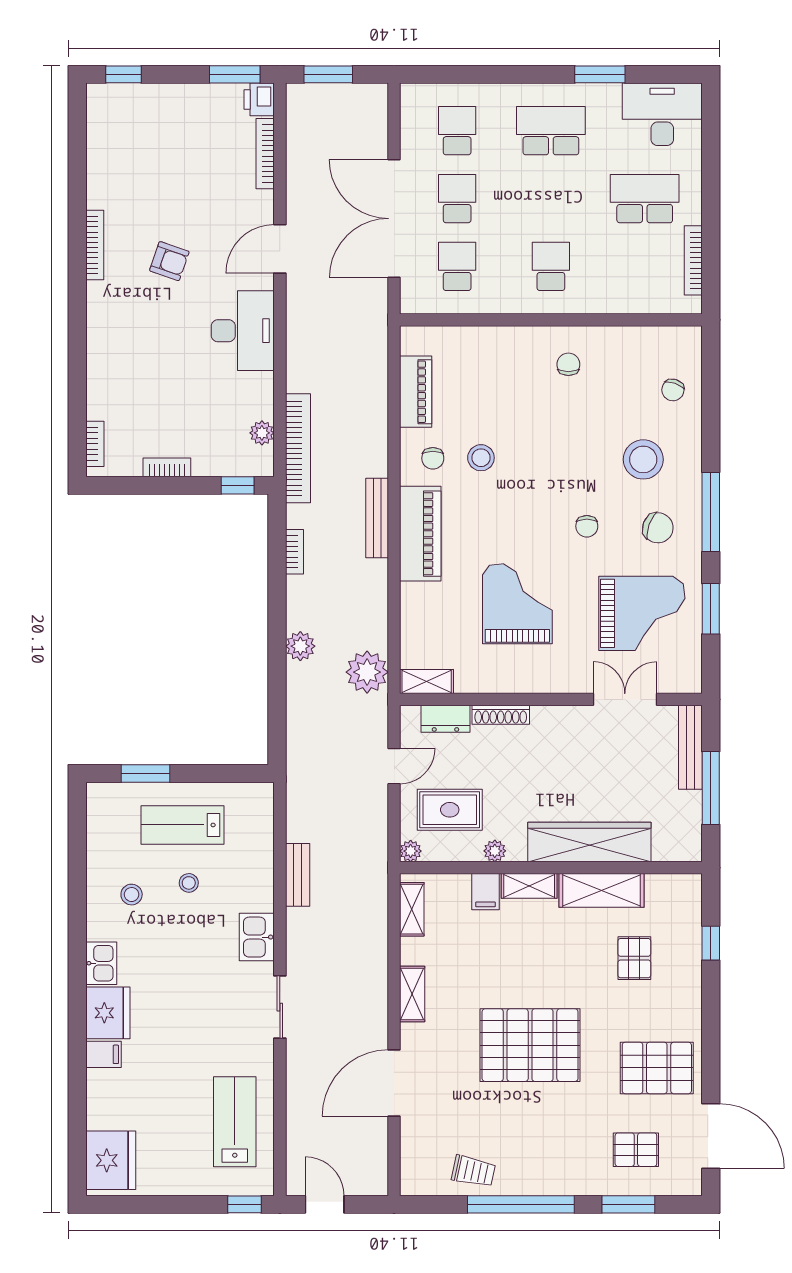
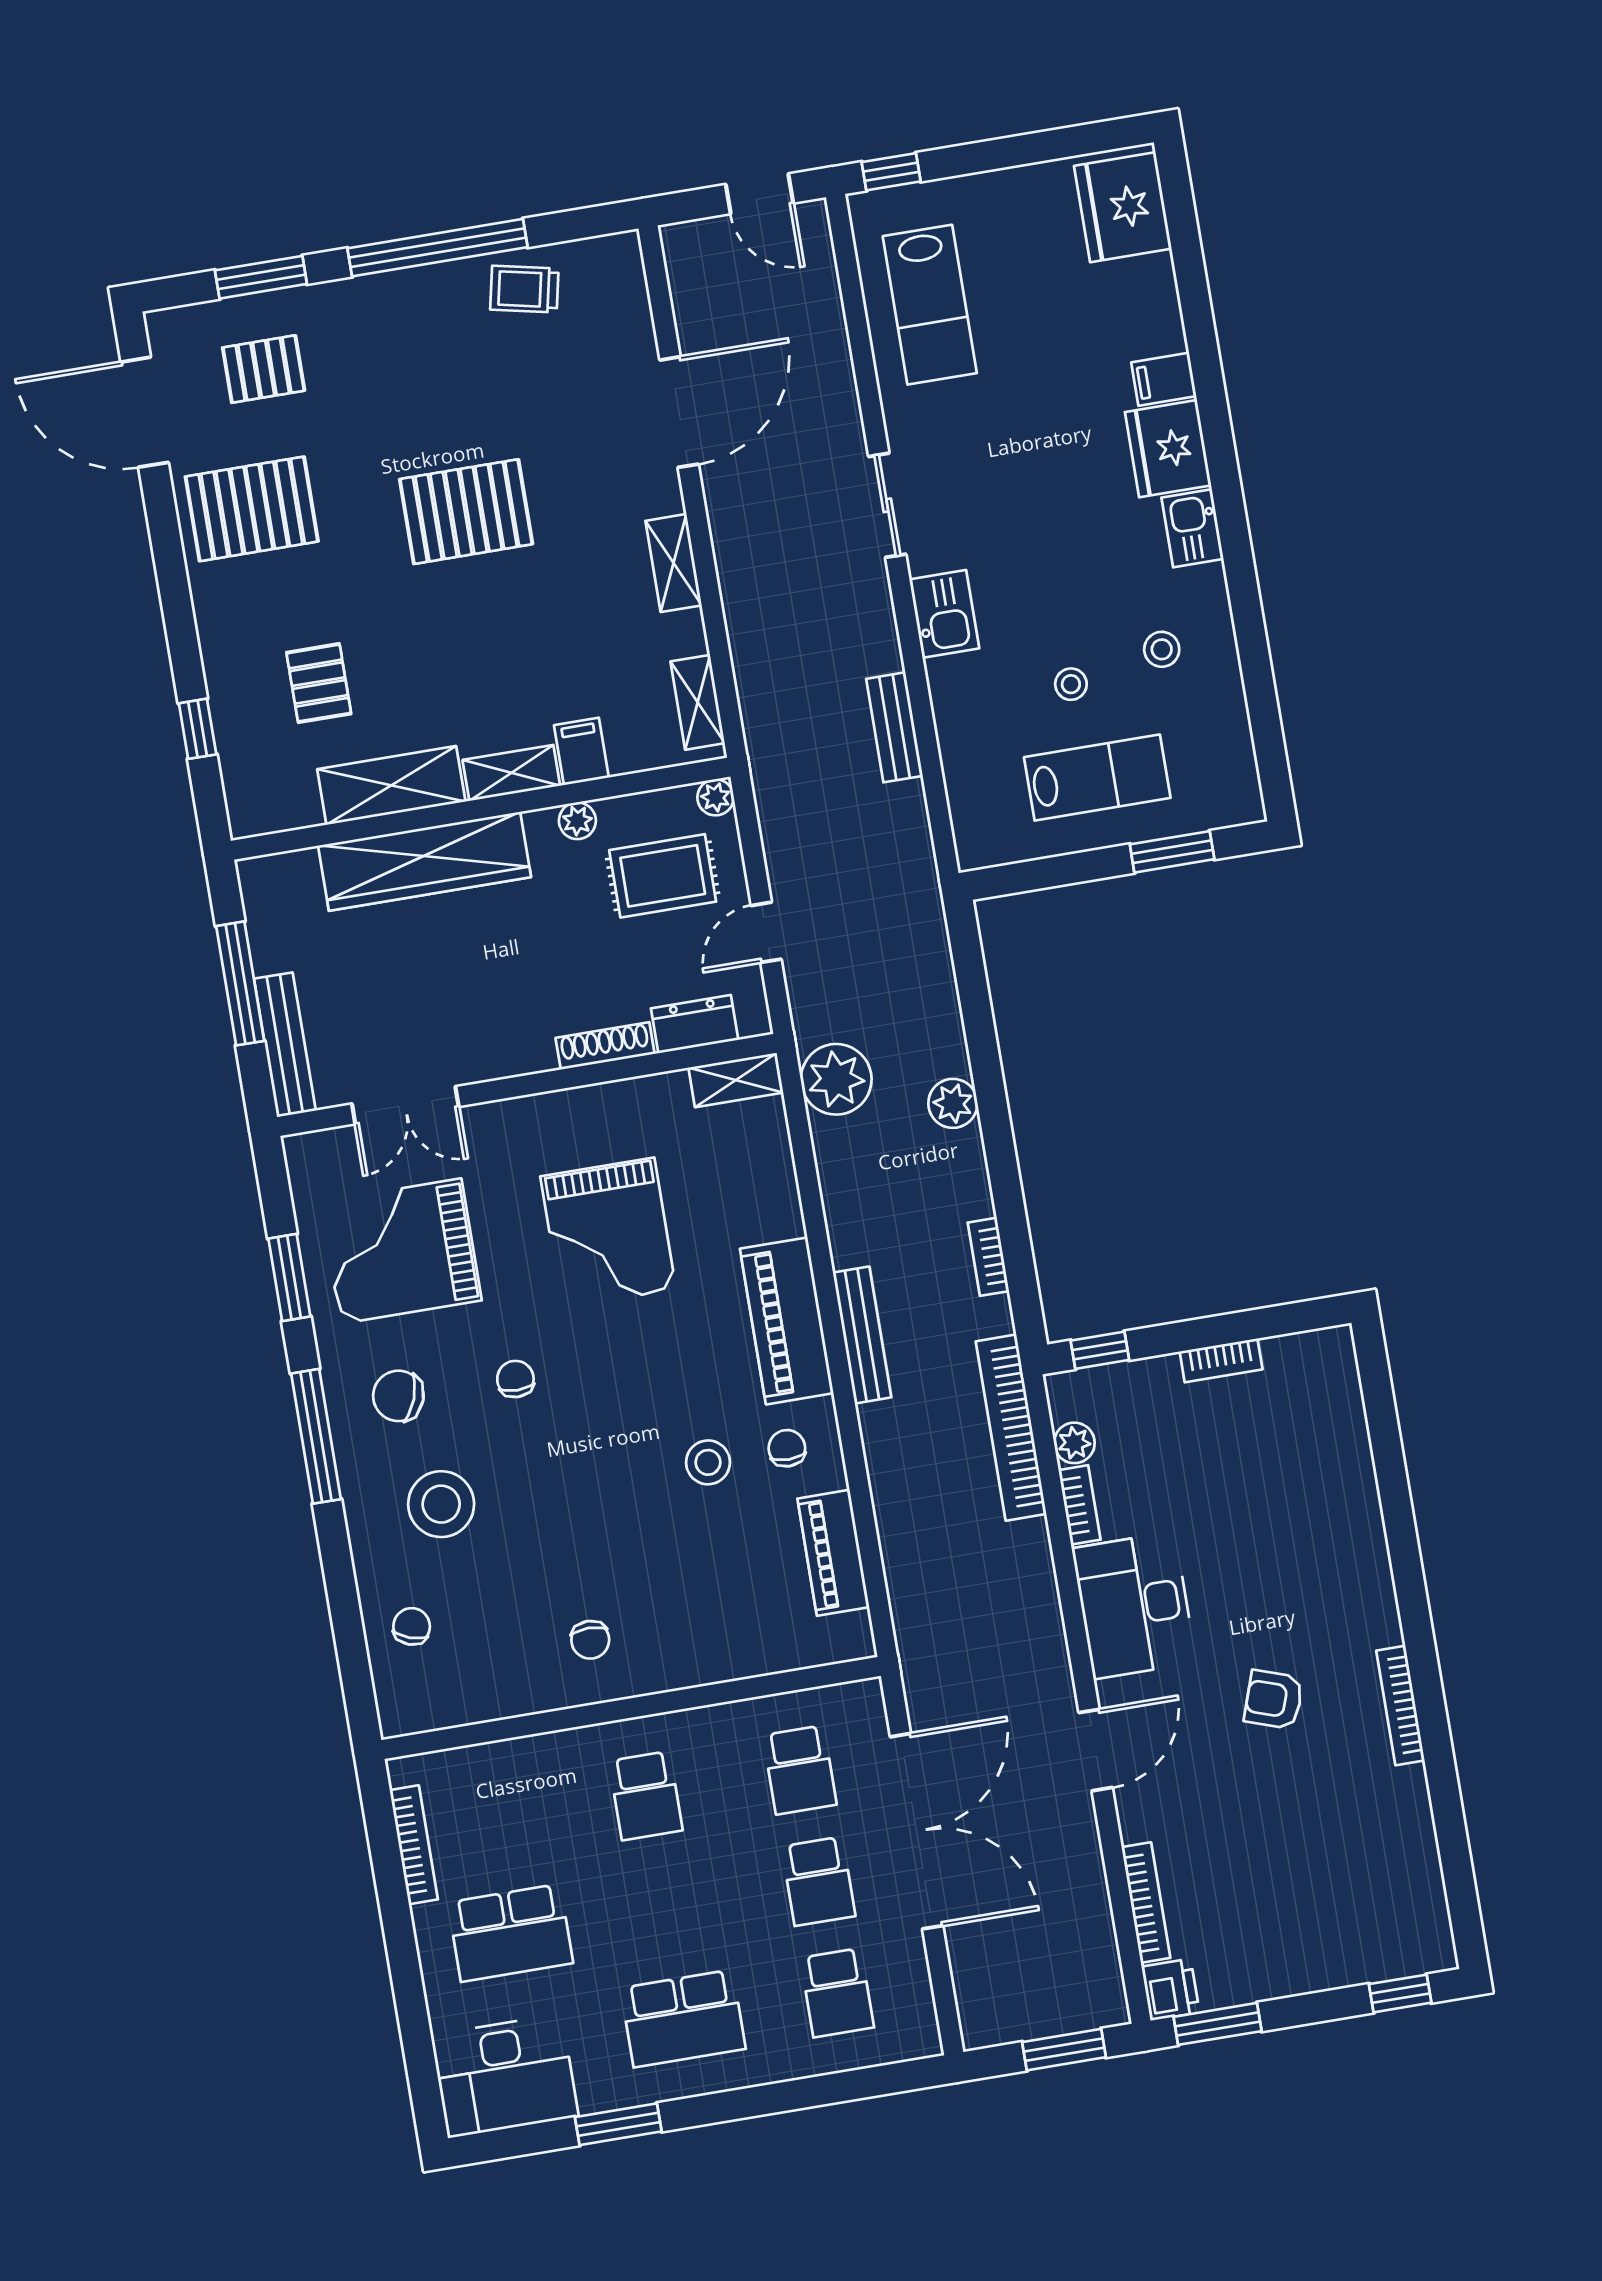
bookcase: (95, 444) -> (1080, 1505), moved, turned 180
pallet: (530, 1045) -> (466, 512), width x0.73, depth x0.71

